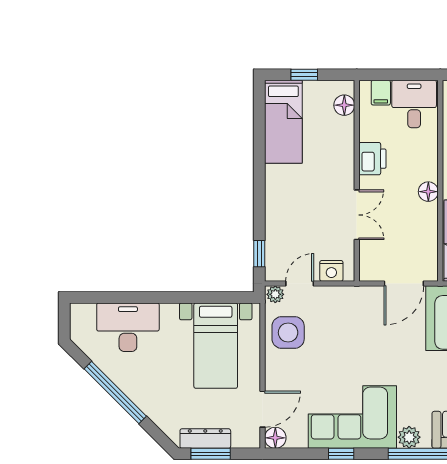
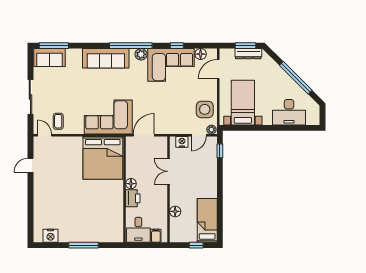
floor lamp: (344, 105) -> (175, 211), moved
printer: (372, 159) -> (133, 198), moved, turned 180
floor lamp: (275, 438) -> (201, 54), moved

